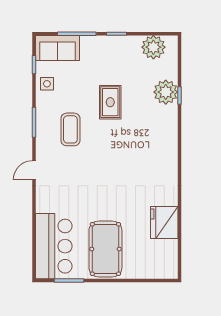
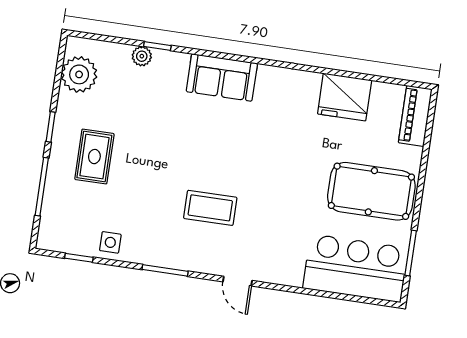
sofa: (58, 48) -> (222, 77), moved, turned 90
plant: (166, 92) -> (142, 56), width x0.53, depth x0.53
rug: (110, 102) -> (94, 157), moved, turned 90
coffee table: (70, 129) -> (210, 208), moved
piano: (159, 270) -> (415, 116), added

